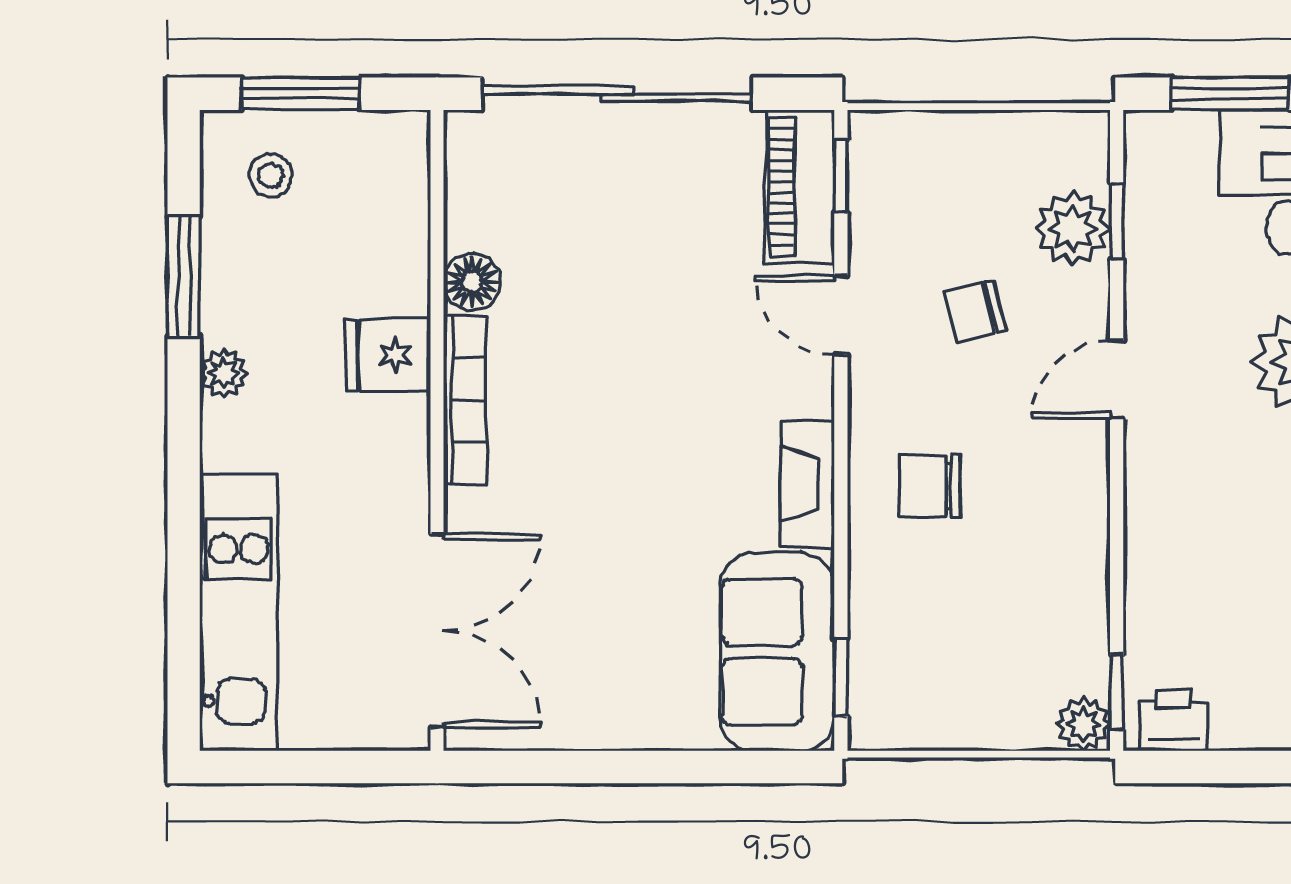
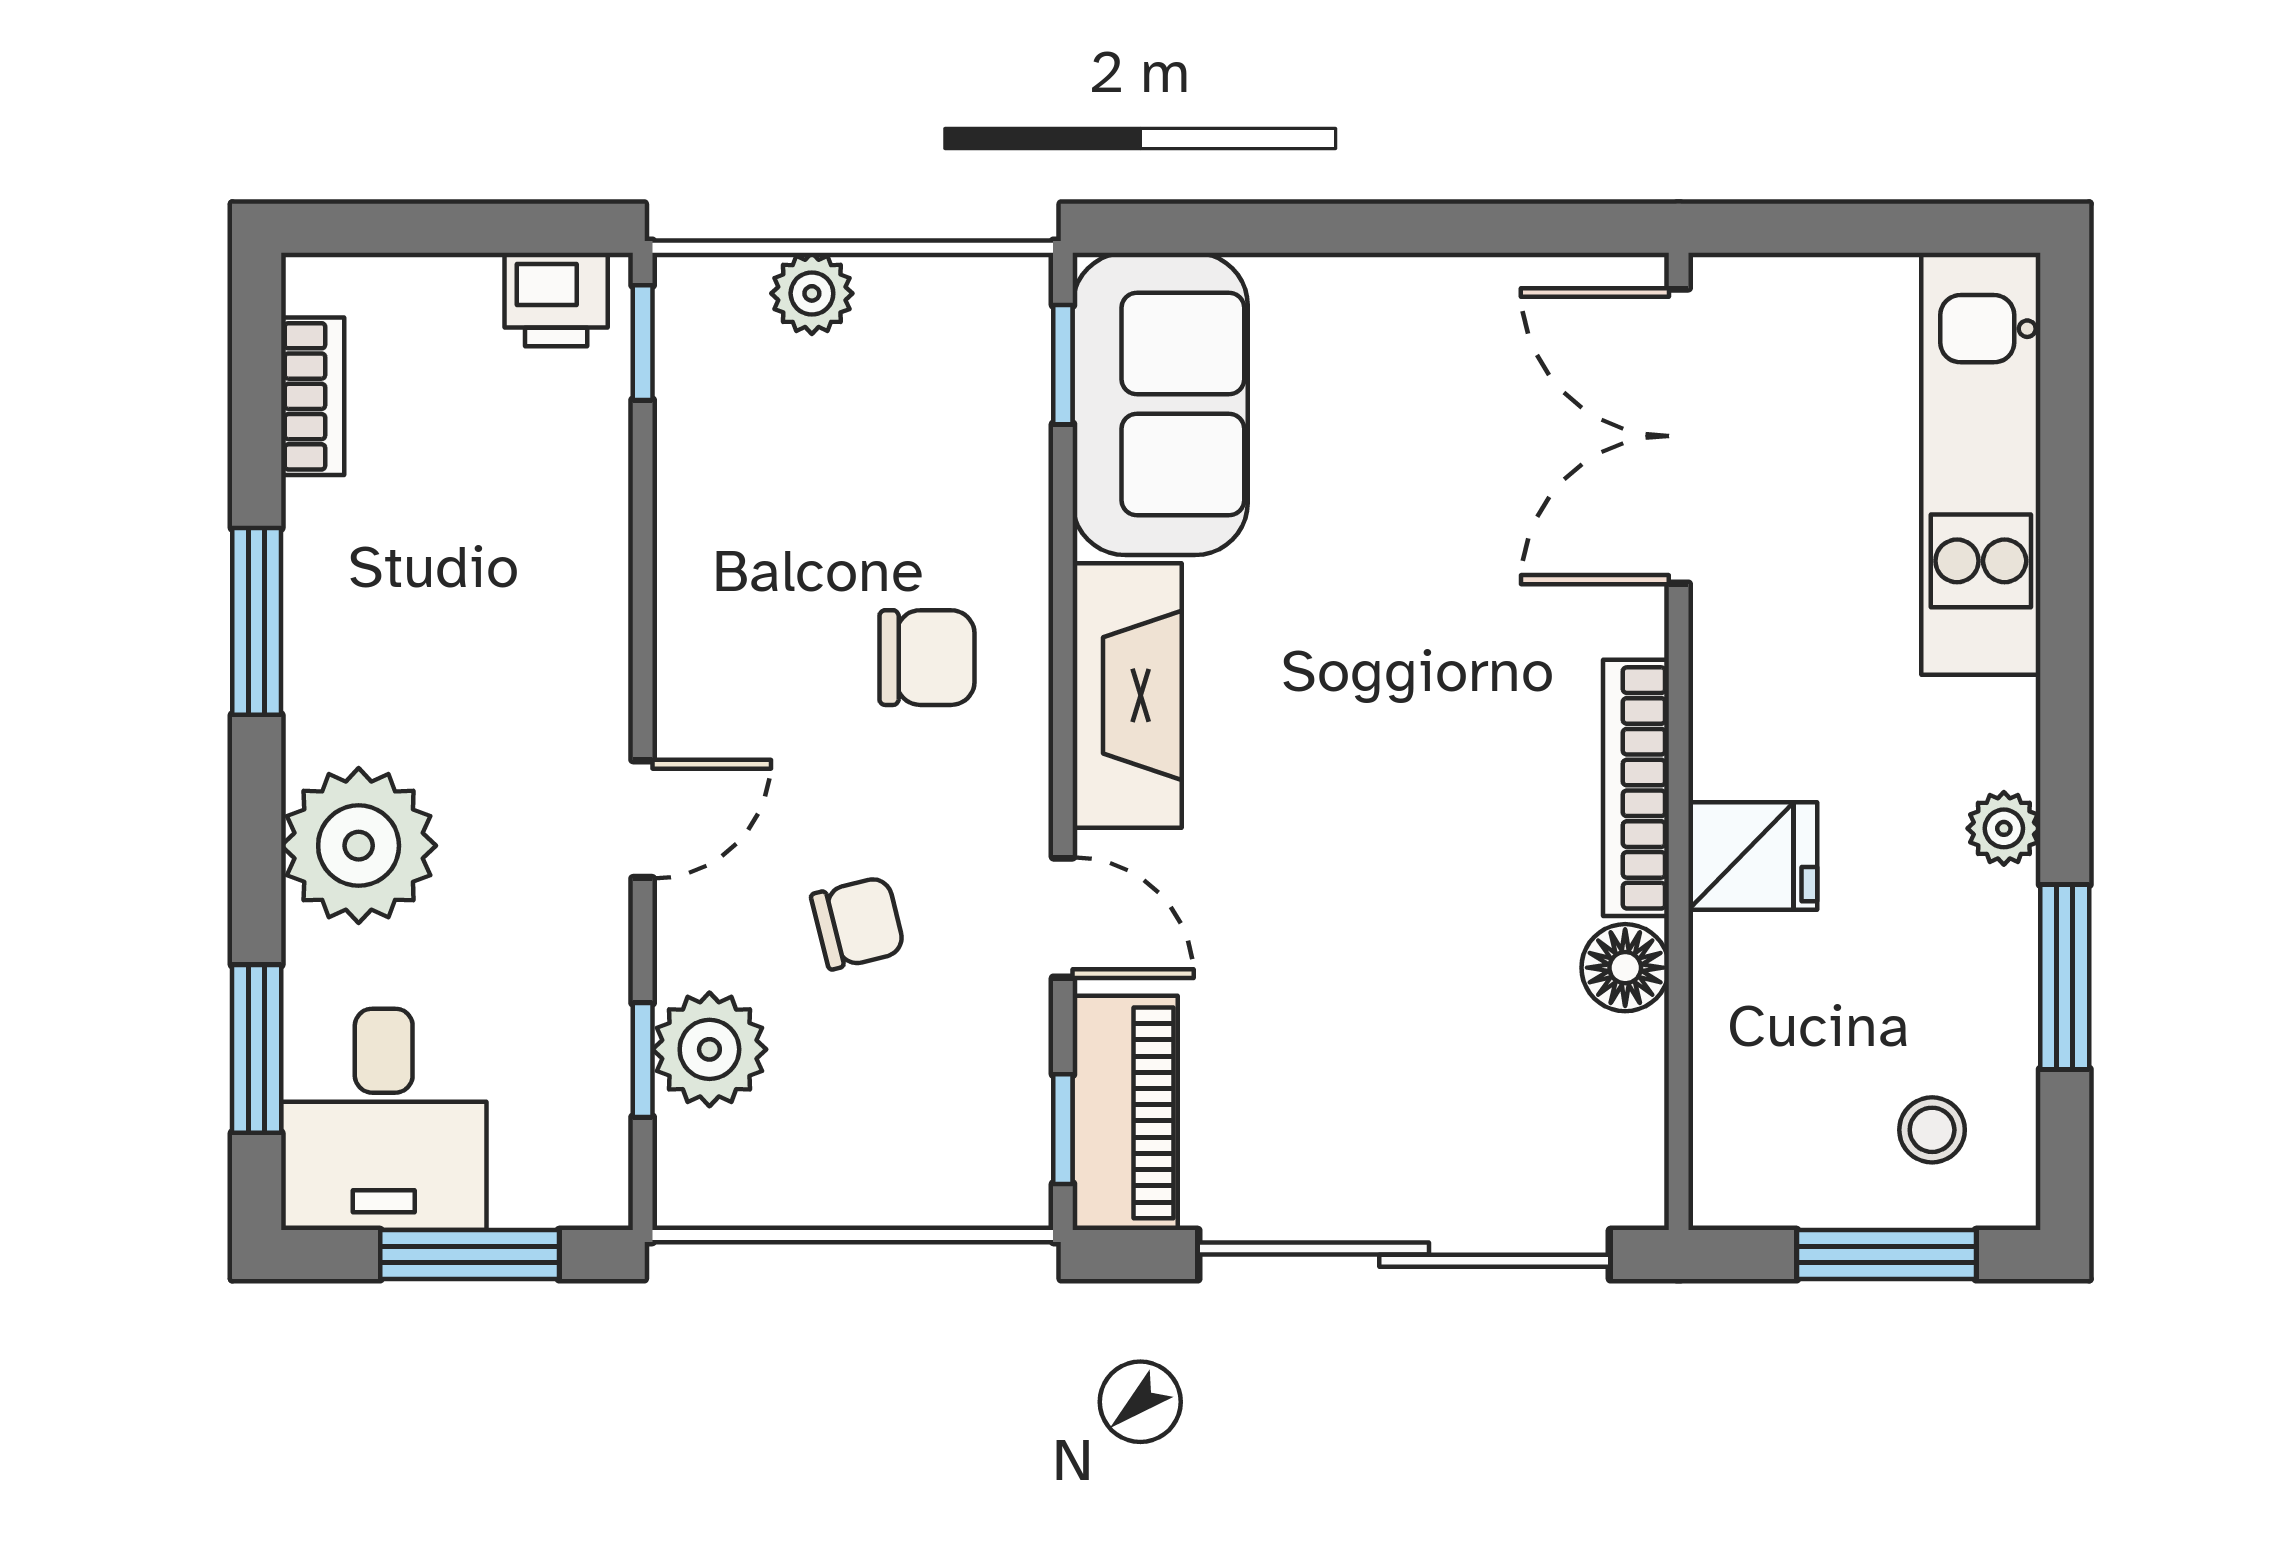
fireplace: (807, 484) -> (1127, 695), width x1.37, depth x1.32
plant: (1083, 724) -> (812, 293), moved

